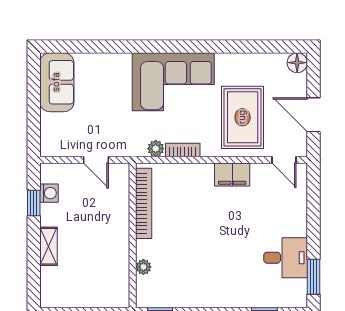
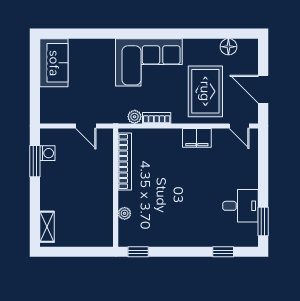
floor lamp: (297, 63) -> (228, 47), moved
window: (34, 203) -> (35, 161), width x1.50
shelving: (48, 246) -> (47, 227), moved

